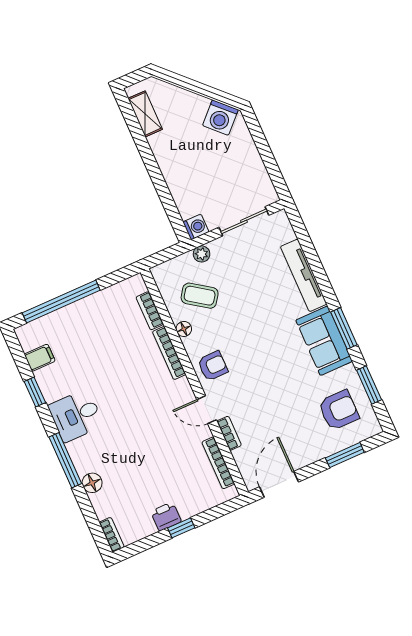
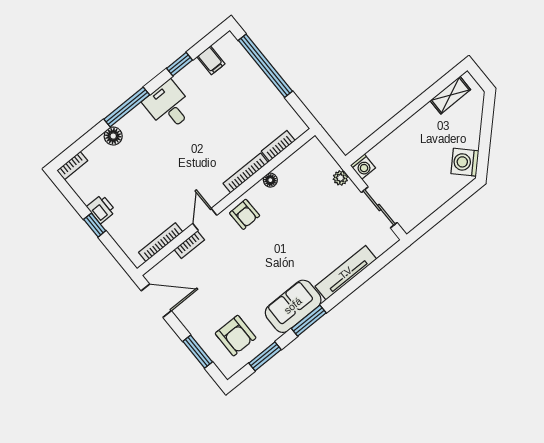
coffee table: (200, 296) -> (303, 186), removed

